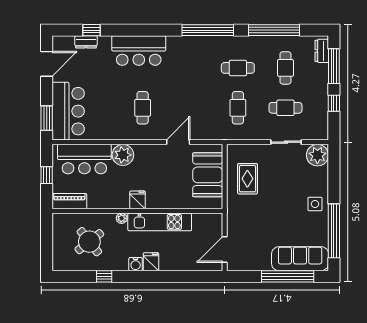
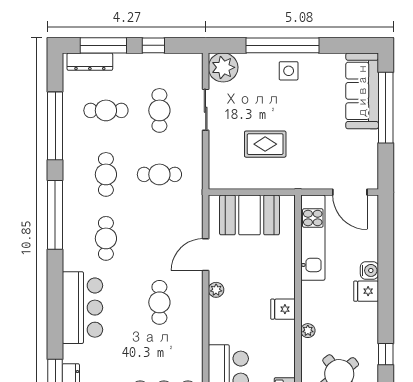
dresser: (322, 51) -> (90, 62), width x1.44
cafe table: (190, 68) -> (106, 238), added
cafe table: (143, 108) -> (159, 302), turned 90
door: (178, 142) -> (206, 255), hinge flipped
plant: (123, 155) -> (216, 290), moved, width x0.53, depth x0.53
rug: (247, 179) -> (265, 144), moved
kitchen unit: (160, 222) -> (313, 238), moved
window: (334, 231) -> (282, 45), moved
water cooler: (136, 264) -> (369, 270), moved

